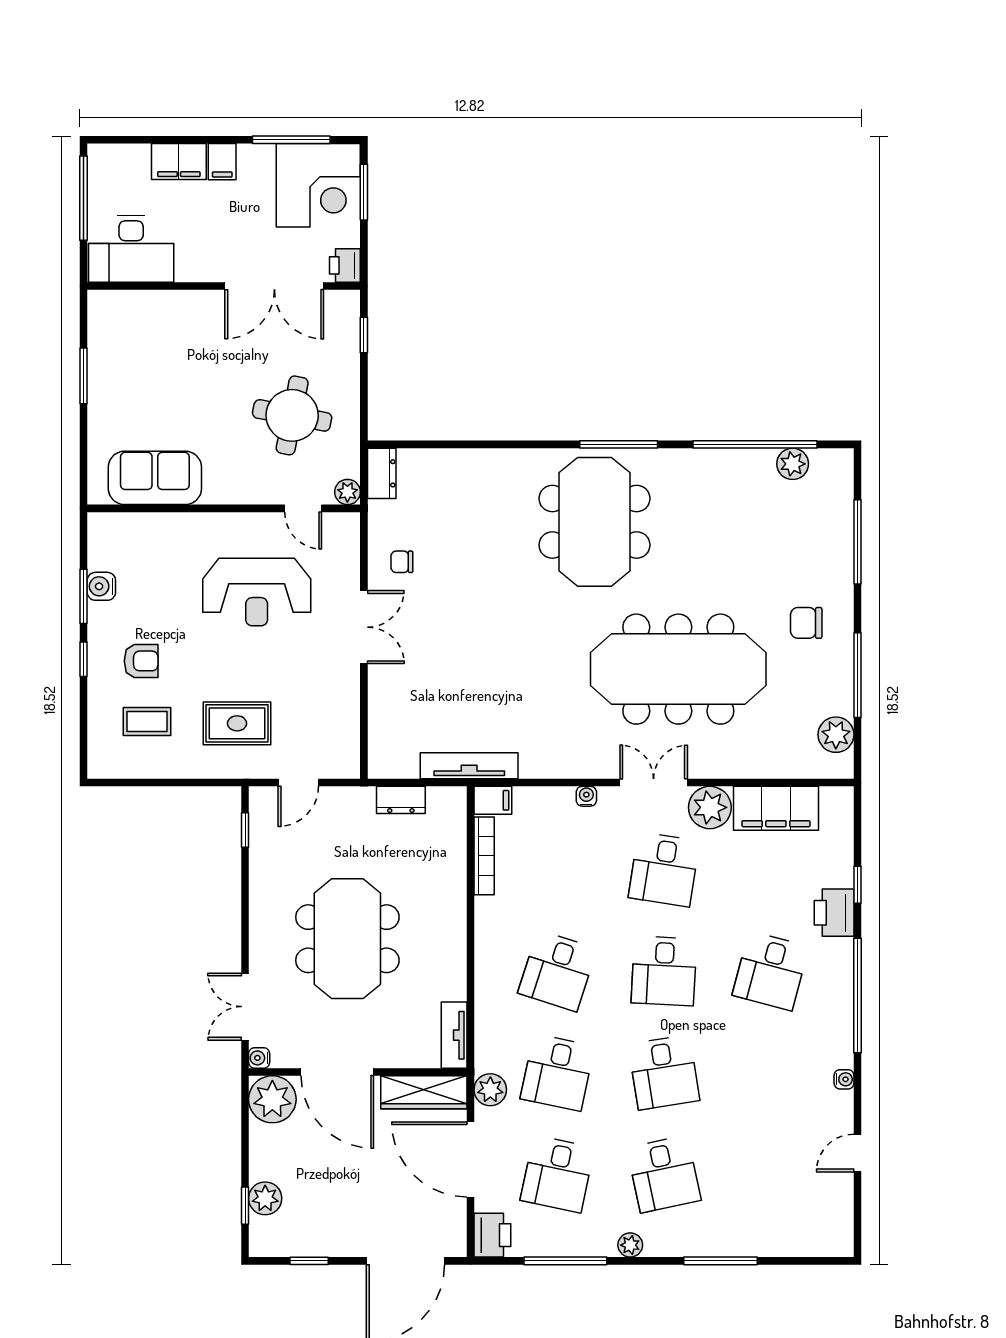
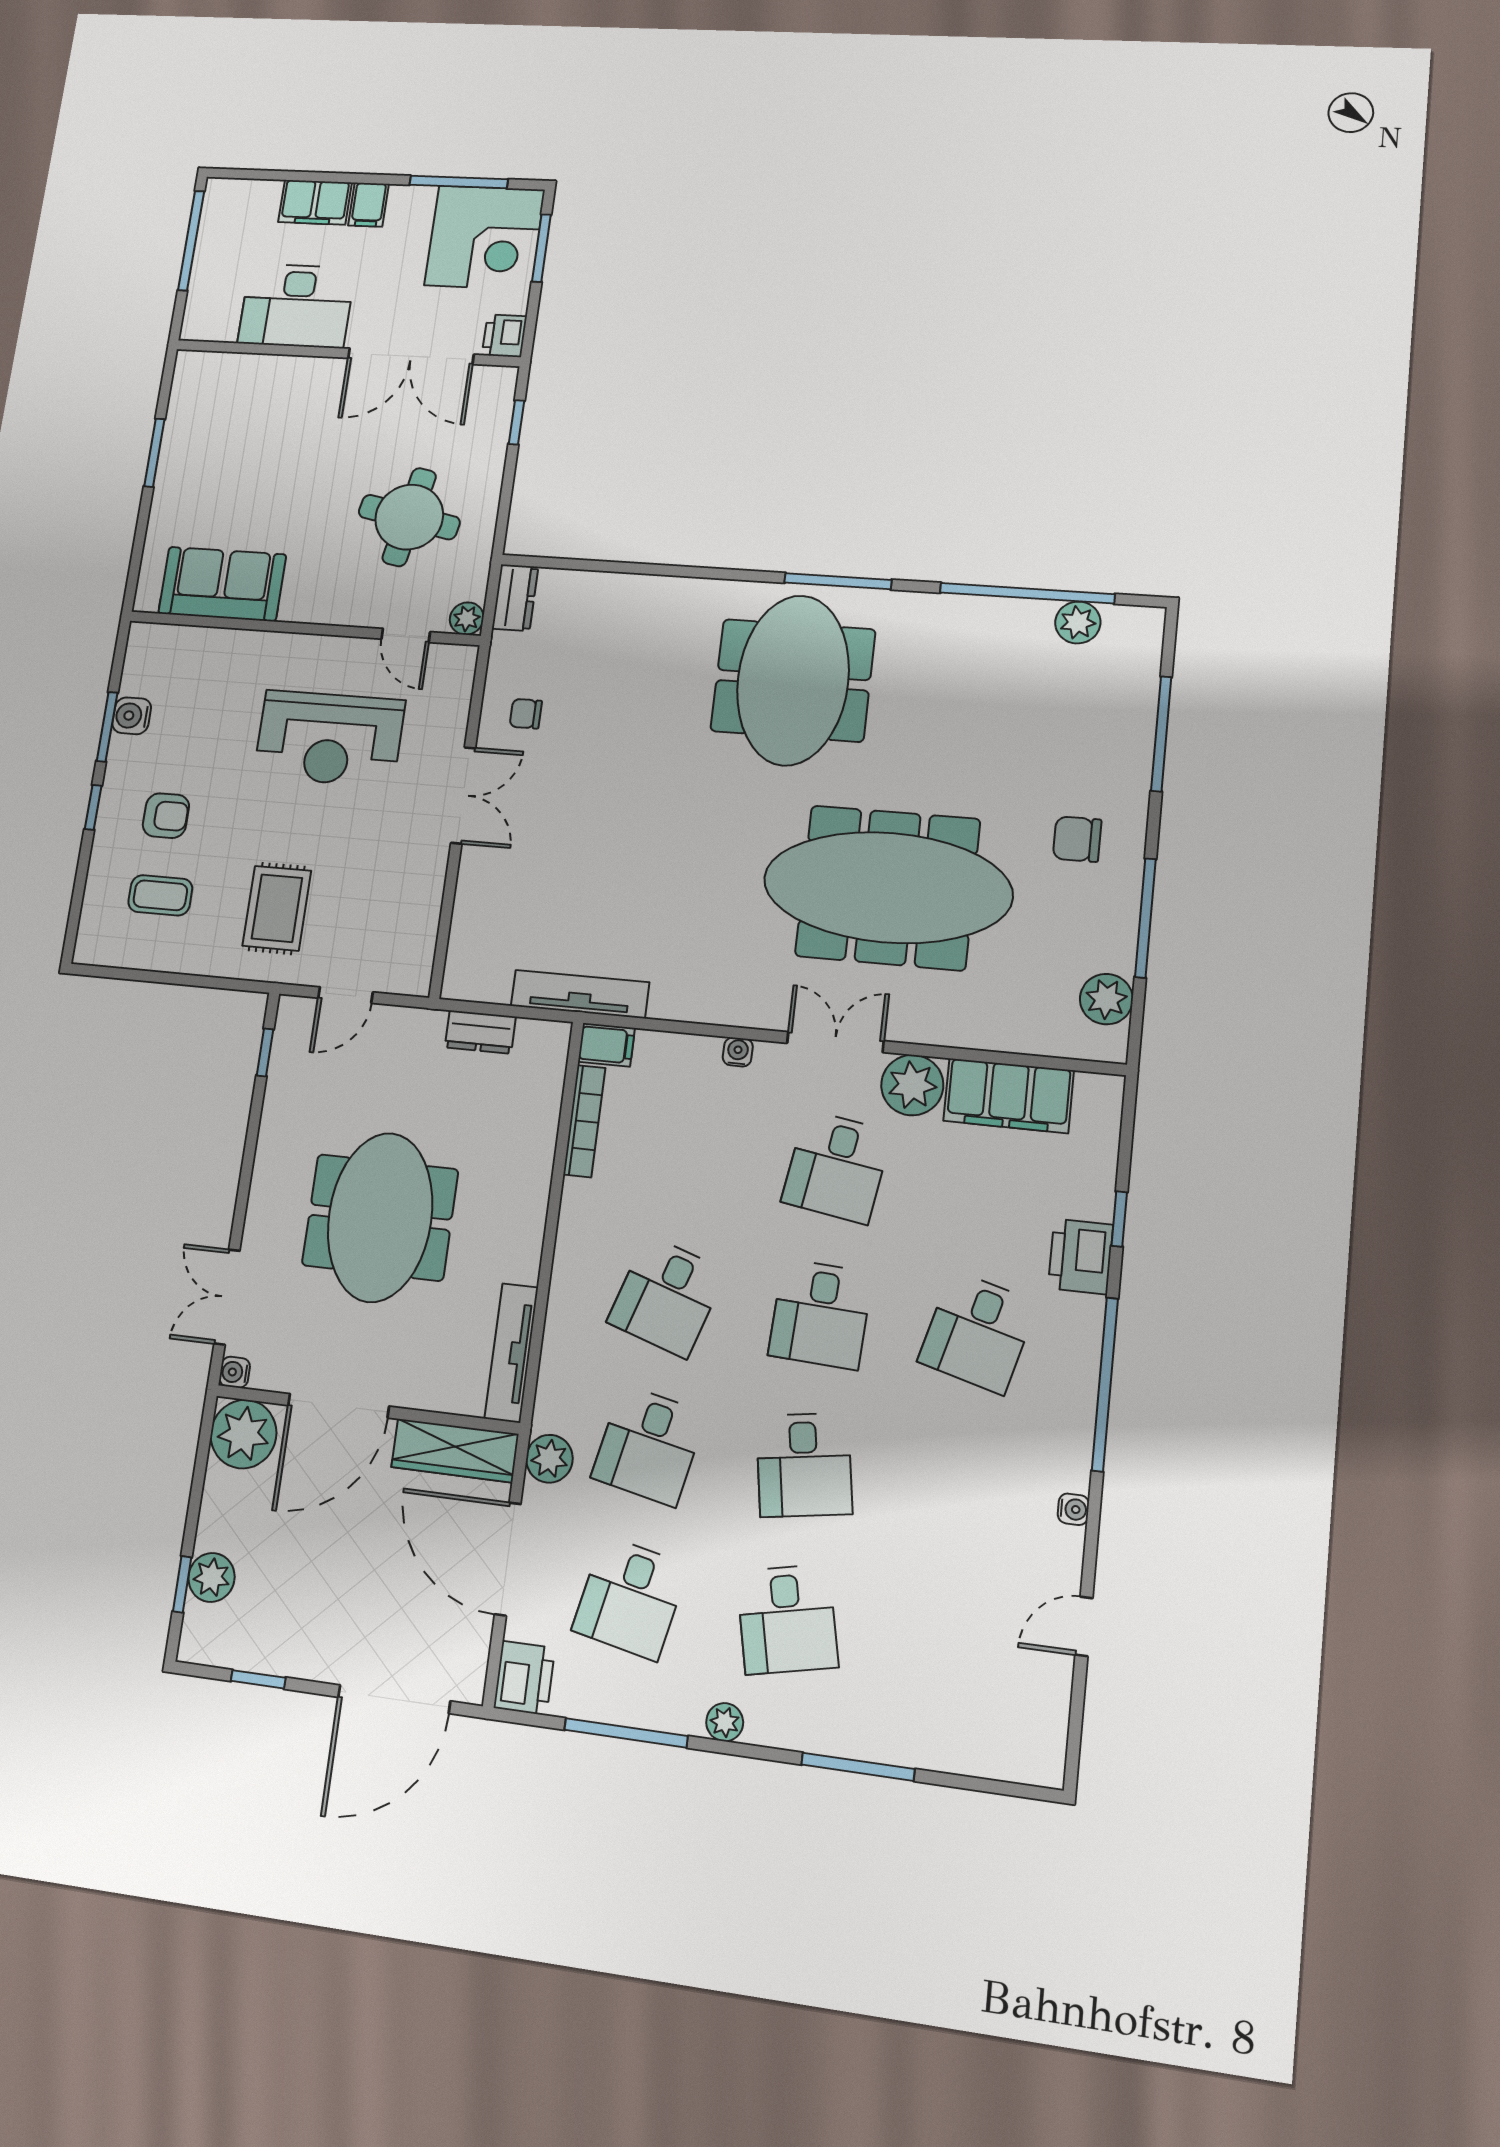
desk: (131, 249) -> (296, 306), moved
rug: (237, 723) -> (277, 908), turned 90
tv unit: (454, 1035) -> (511, 1353), width x1.41
door: (337, 1072) -> (338, 1406), hinge flipped

